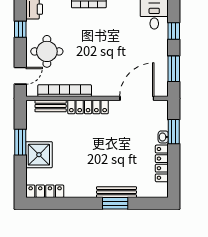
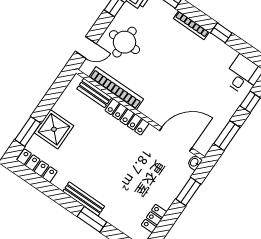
washbasin: (163, 137) -> (194, 162), moved
window: (20, 142) -> (28, 131), moved
locker: (162, 163) -> (154, 218), width x0.66
bench: (117, 192) -> (84, 199), moved

